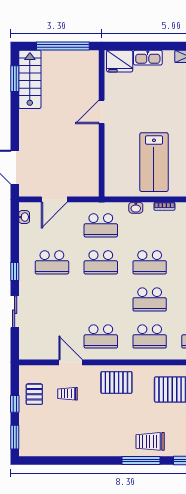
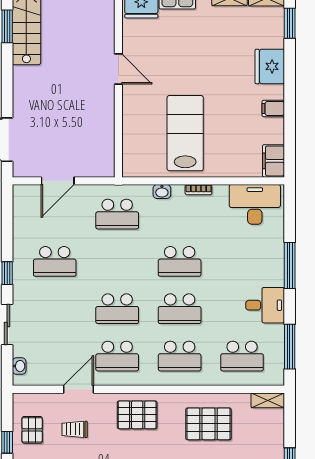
door: (102, 112) -> (118, 69), swing flipped
lab bench: (154, 162) -> (185, 133), turned 180
washbasin: (24, 217) -> (19, 366), moved
school desk: (101, 262) -> (117, 309), moved
door: (71, 362) -> (79, 389), hinge flipped

